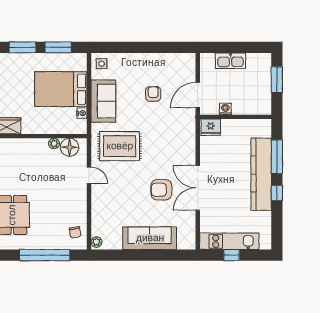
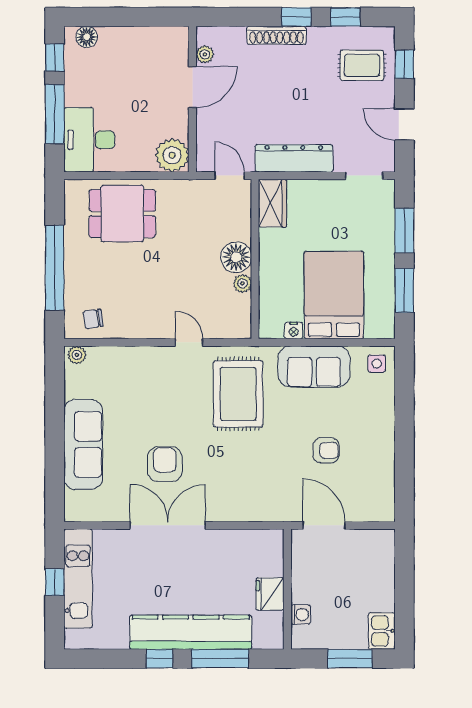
kitchen sink: (231, 61) -> (382, 631), moved, width x0.73
washing machine: (225, 109) -> (301, 615), moved
fridge: (211, 127) -> (270, 594), moved
floor lamp: (70, 147) -> (236, 257), moved
door: (89, 175) -> (189, 342), swing flipped

